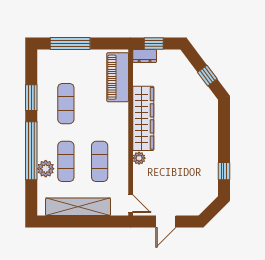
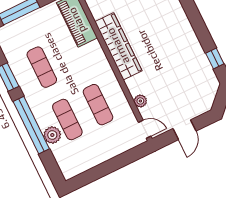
plant: (139, 158) -> (140, 101), moved
shelving: (78, 207) -> (98, 155), removed

